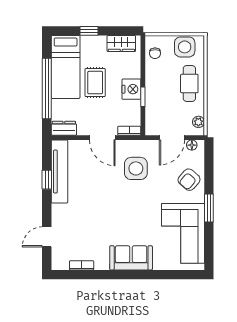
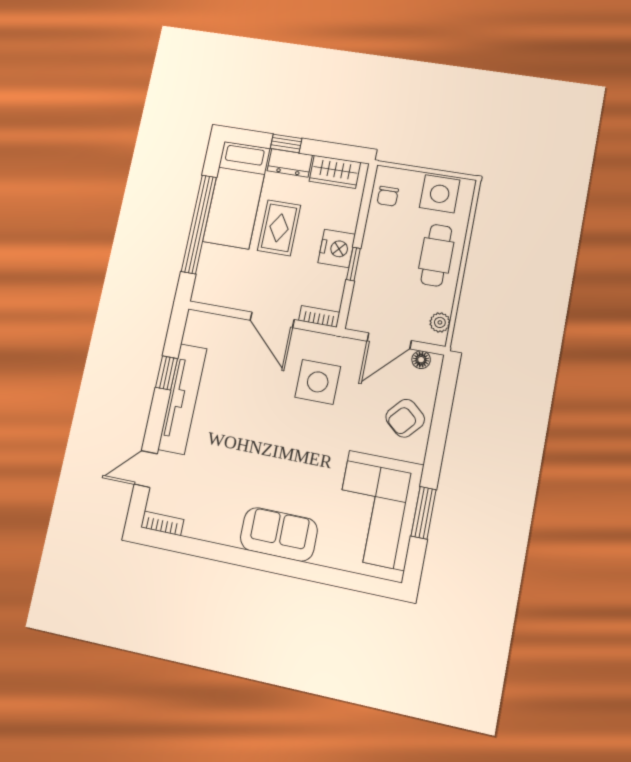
dresser: (64, 128) -> (290, 163), moved, turned 180
tv unit: (59, 172) -> (182, 399), moved
window: (209, 208) -> (424, 513), moved
bookcase: (82, 265) -> (162, 523), moved

